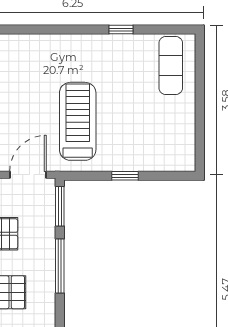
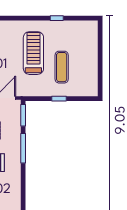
exercise mat: (171, 66) -> (62, 67), moved
treadmill: (78, 121) -> (33, 53), moved

